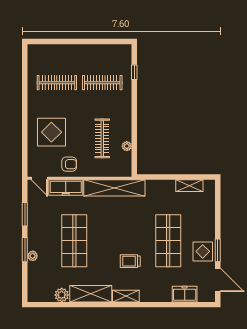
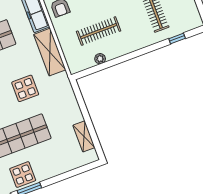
shelving: (114, 188) -> (50, 52), width x0.68
display table: (128, 221) -> (25, 88), added

